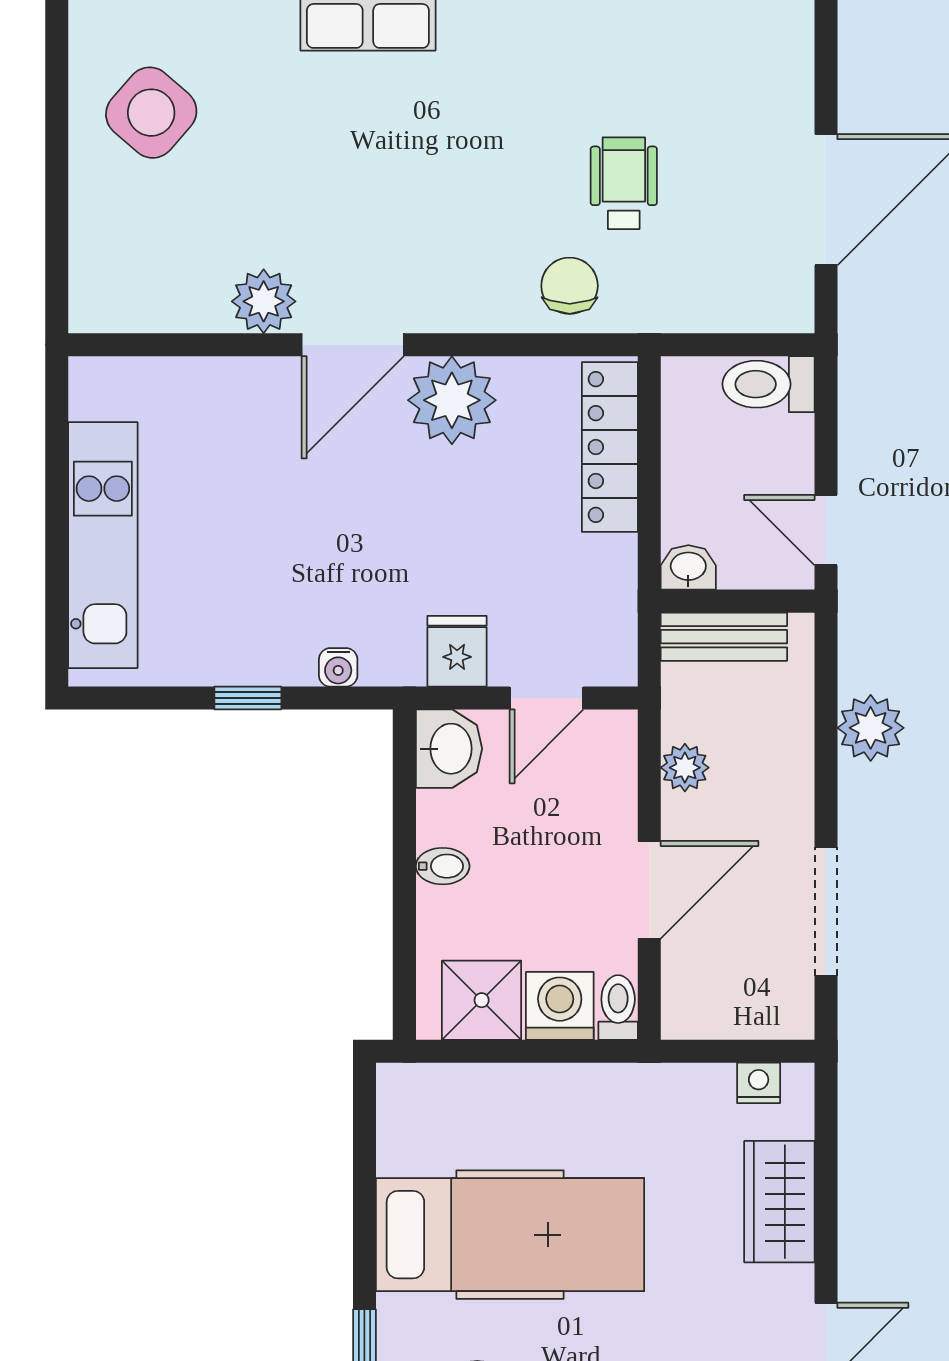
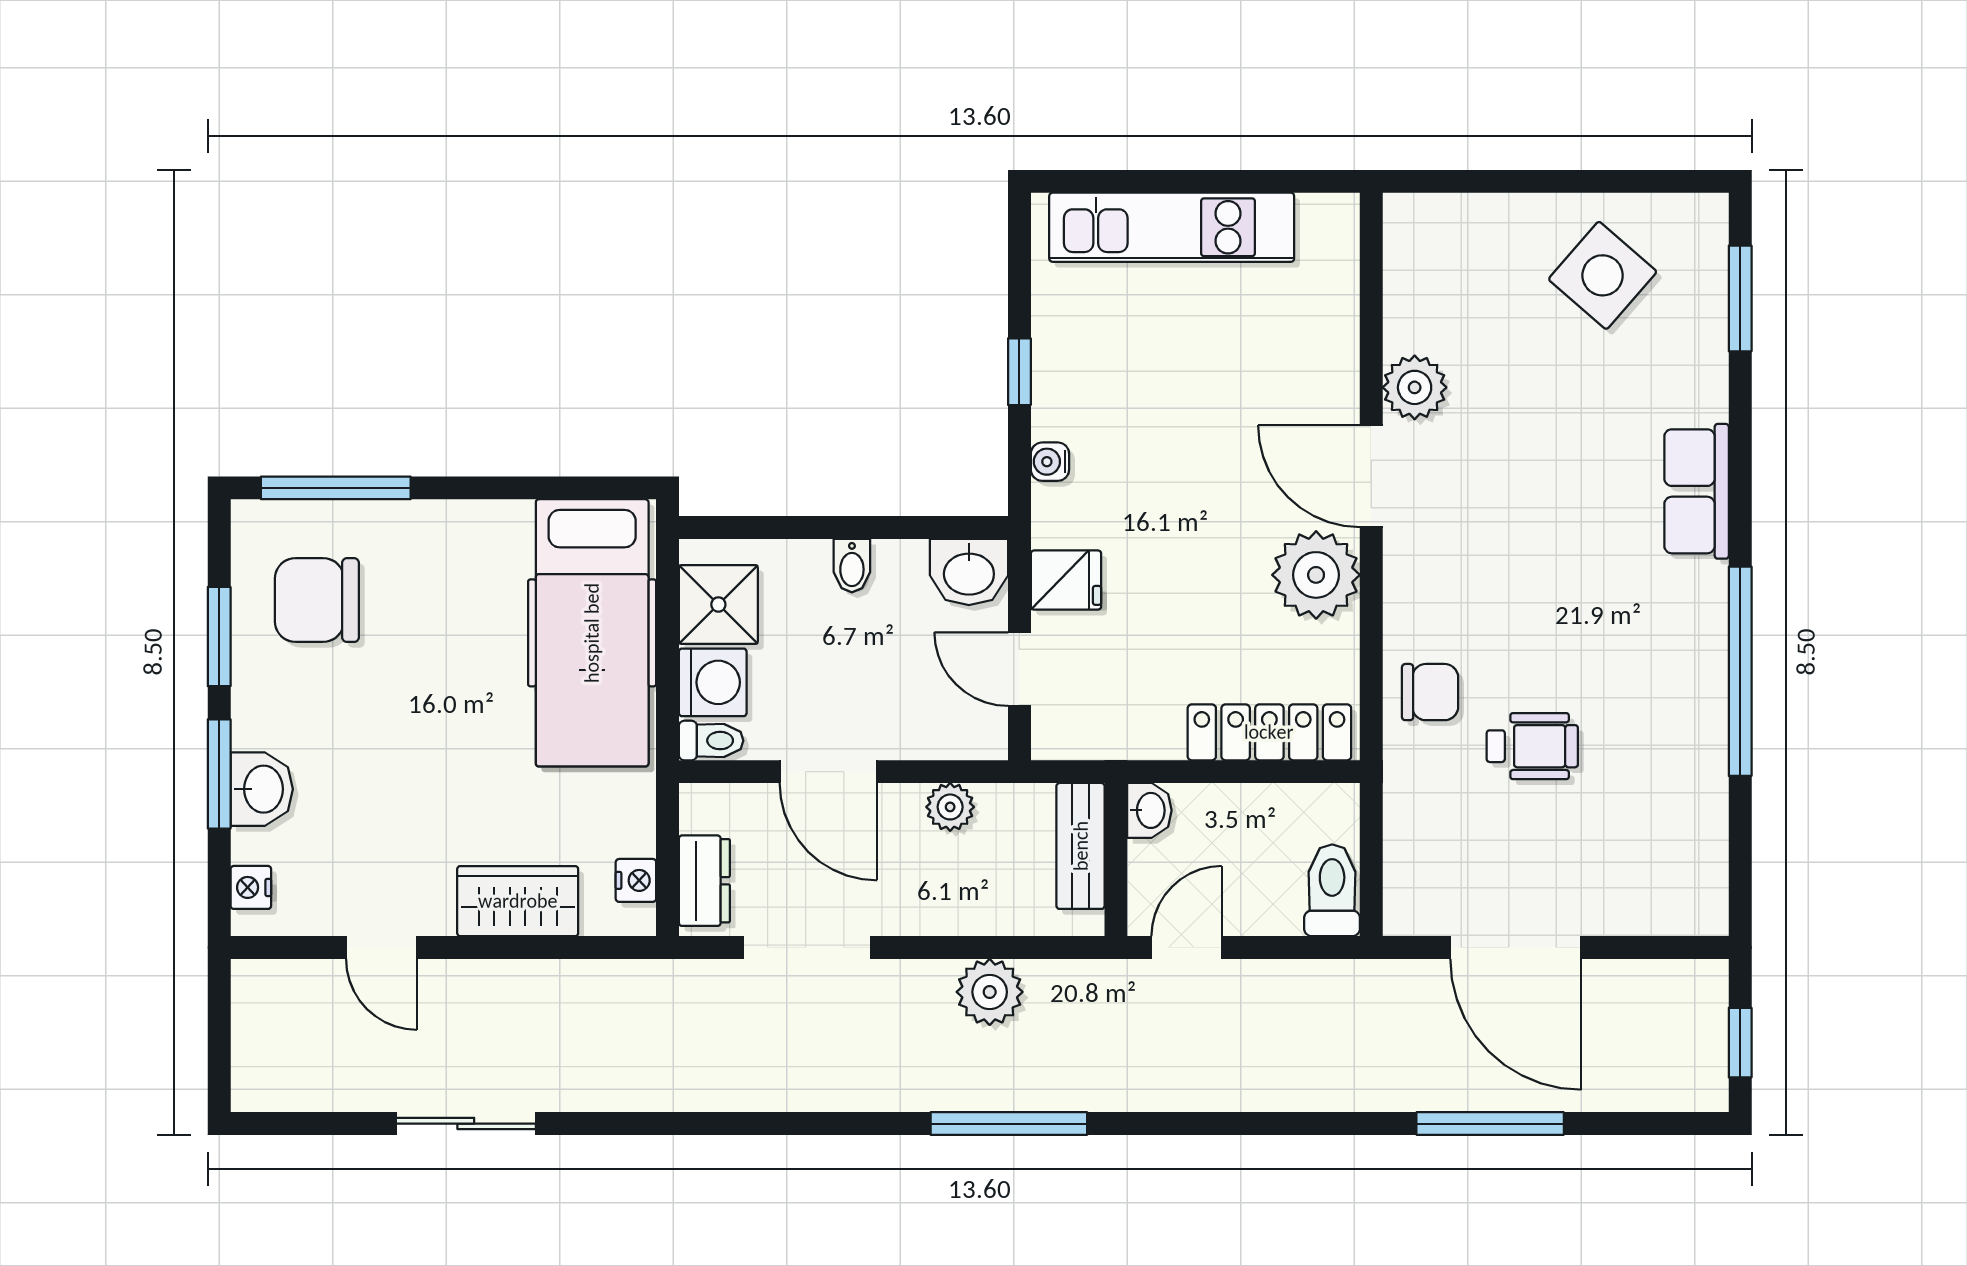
dresser: (759, 1014) -> (704, 881), added
hospital bed: (510, 1235) -> (592, 633), moved

